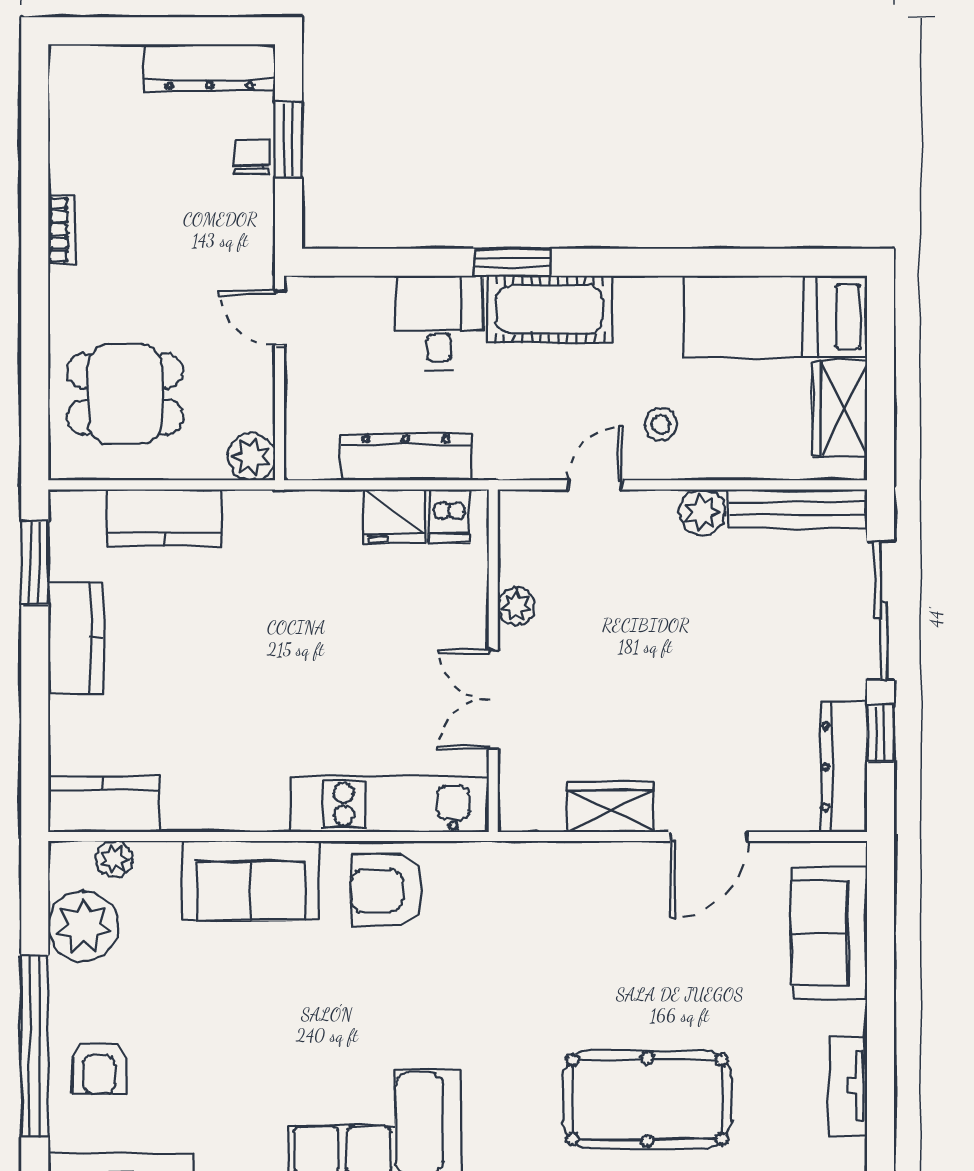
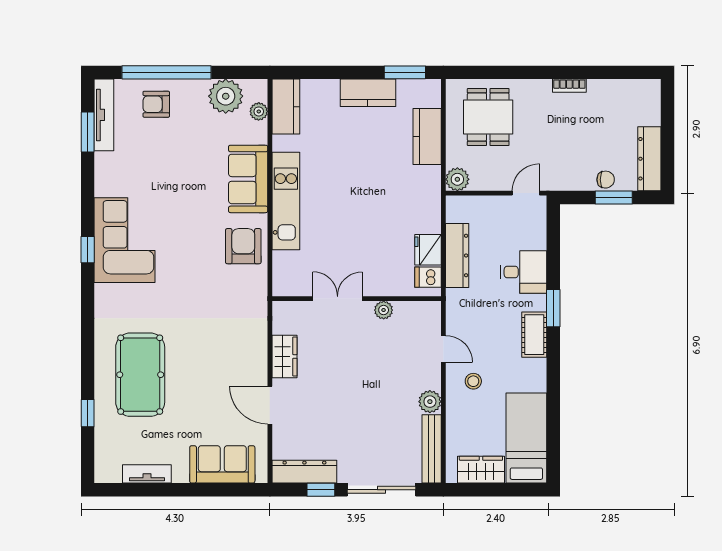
cot: (549, 309) -> (534, 335), width x0.73, depth x0.75
kitchen unit: (390, 804) -> (286, 201), moved

